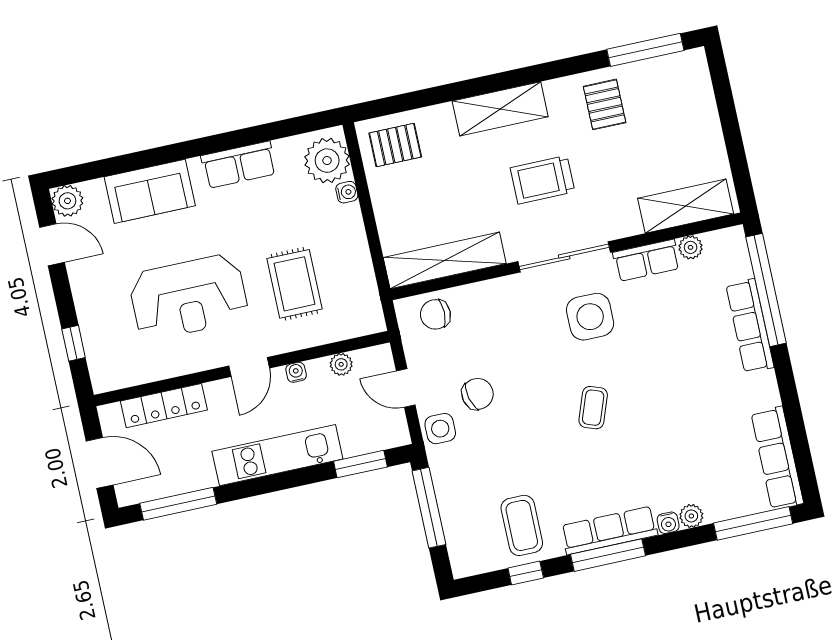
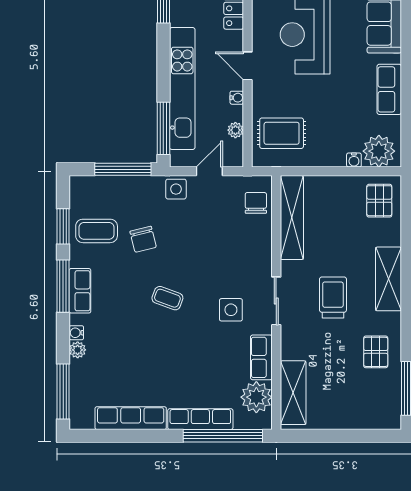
pallet: (605, 104) -> (376, 352), turned 90
plant: (691, 247) -> (256, 397), width x1.88, depth x1.88
sliding door: (564, 257) -> (276, 301), width x0.73
rug: (294, 284) -> (282, 133), moved
side table: (590, 317) -> (231, 310), width x0.73, depth x0.73
chair: (478, 394) -> (143, 239), moved
kitchen unit: (277, 455) -> (182, 89), width x1.36
row of seats: (777, 458) -> (131, 418), moved
window: (360, 464) -> (163, 128), width x1.44
row of seats: (609, 530) -> (80, 291), width x0.68
window: (526, 573) -> (63, 226), width x1.50

